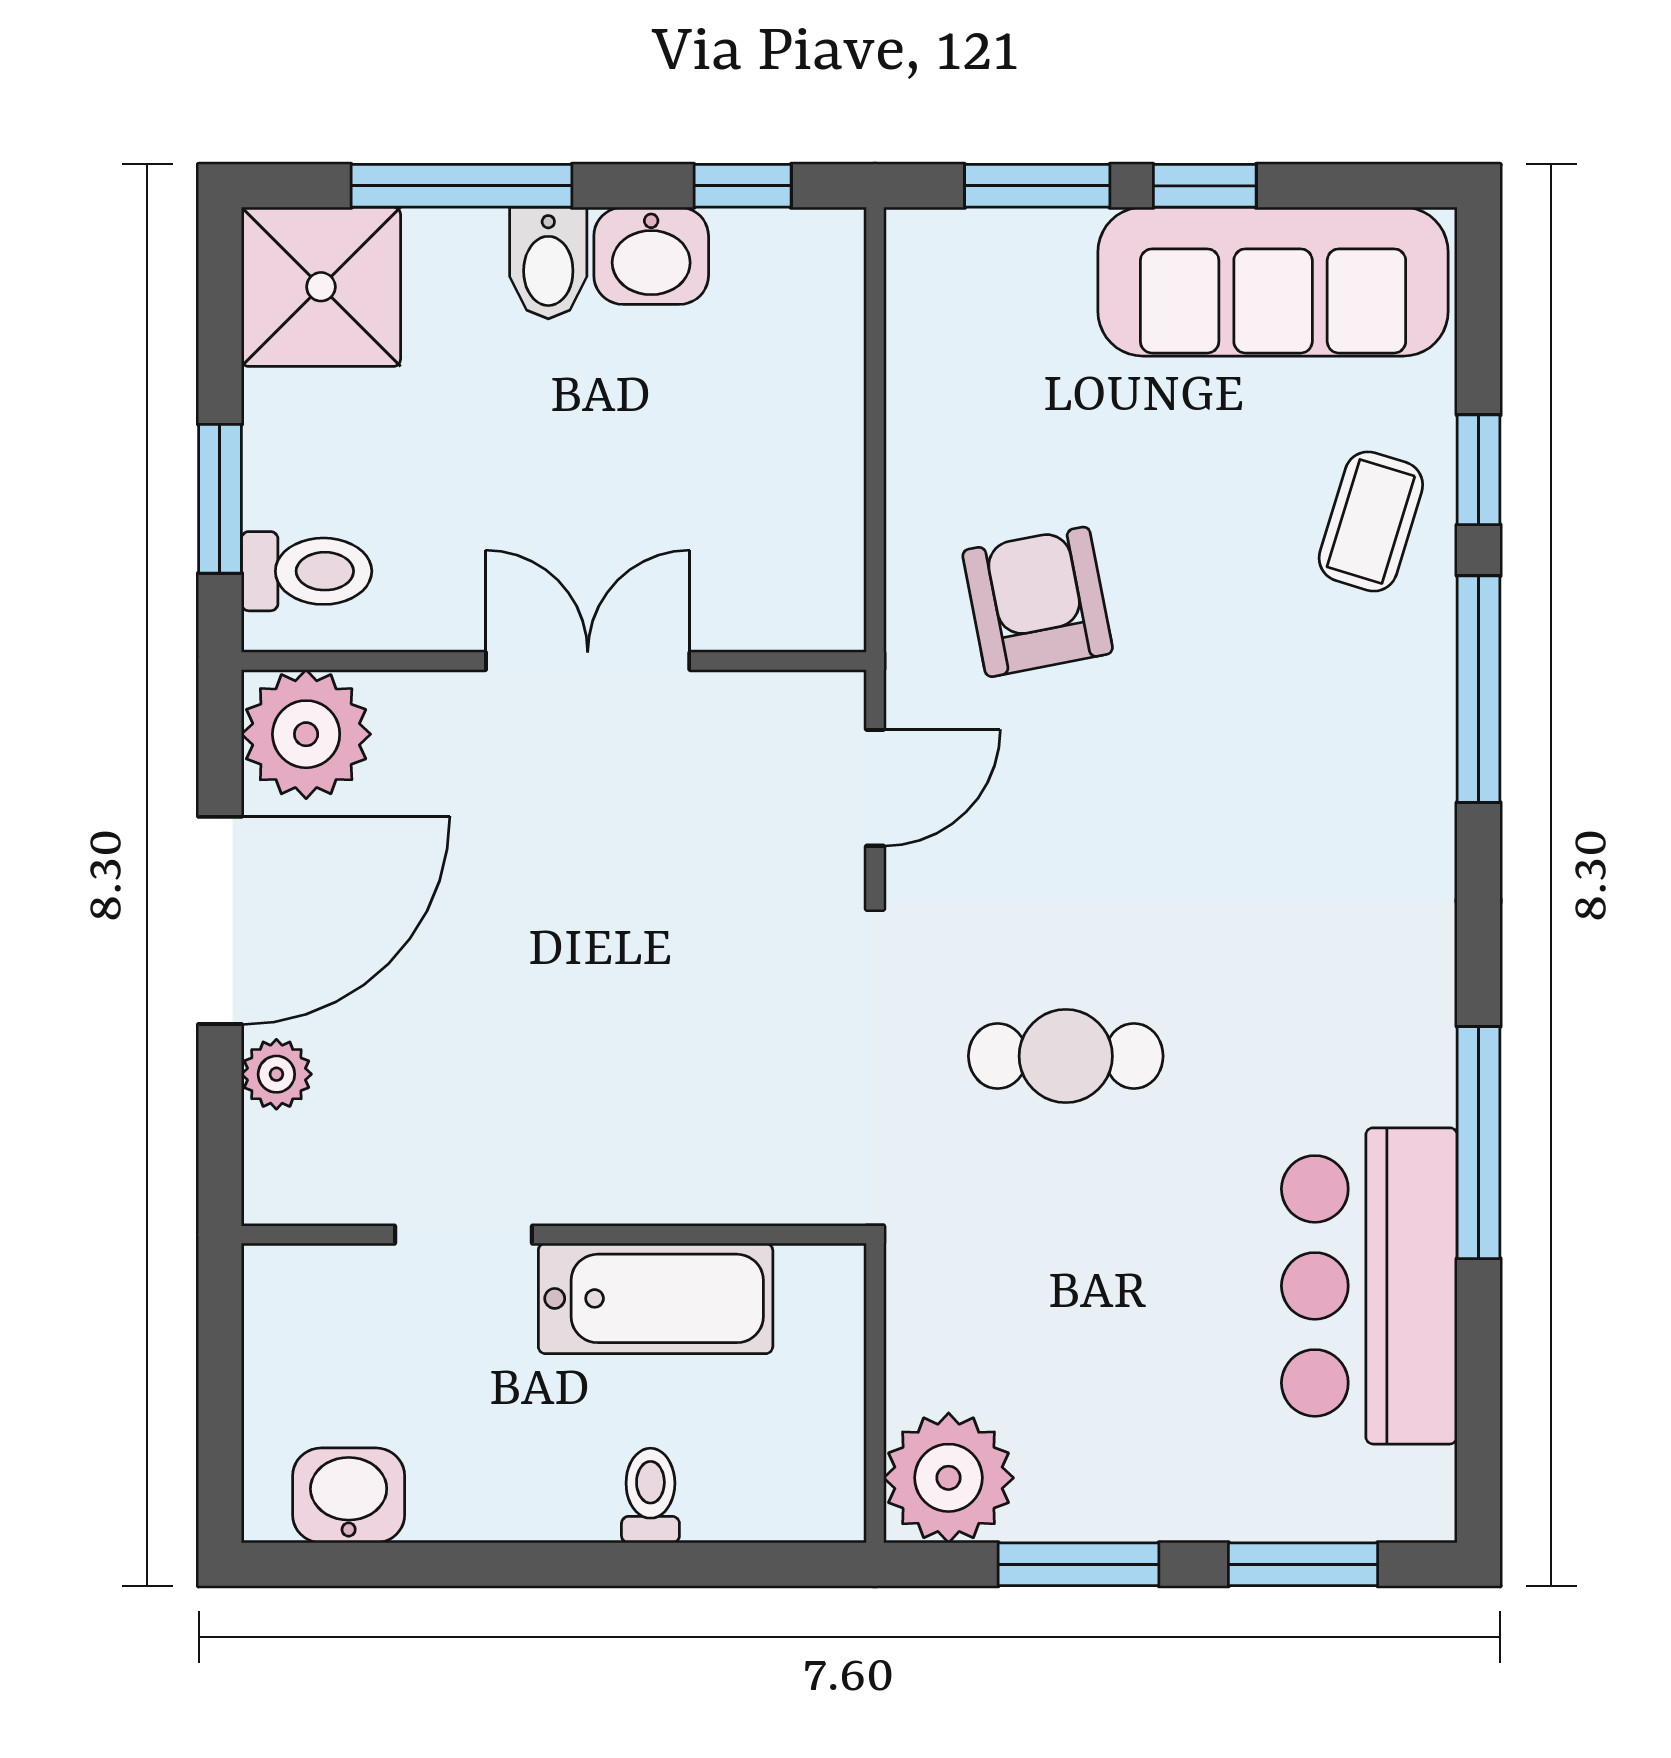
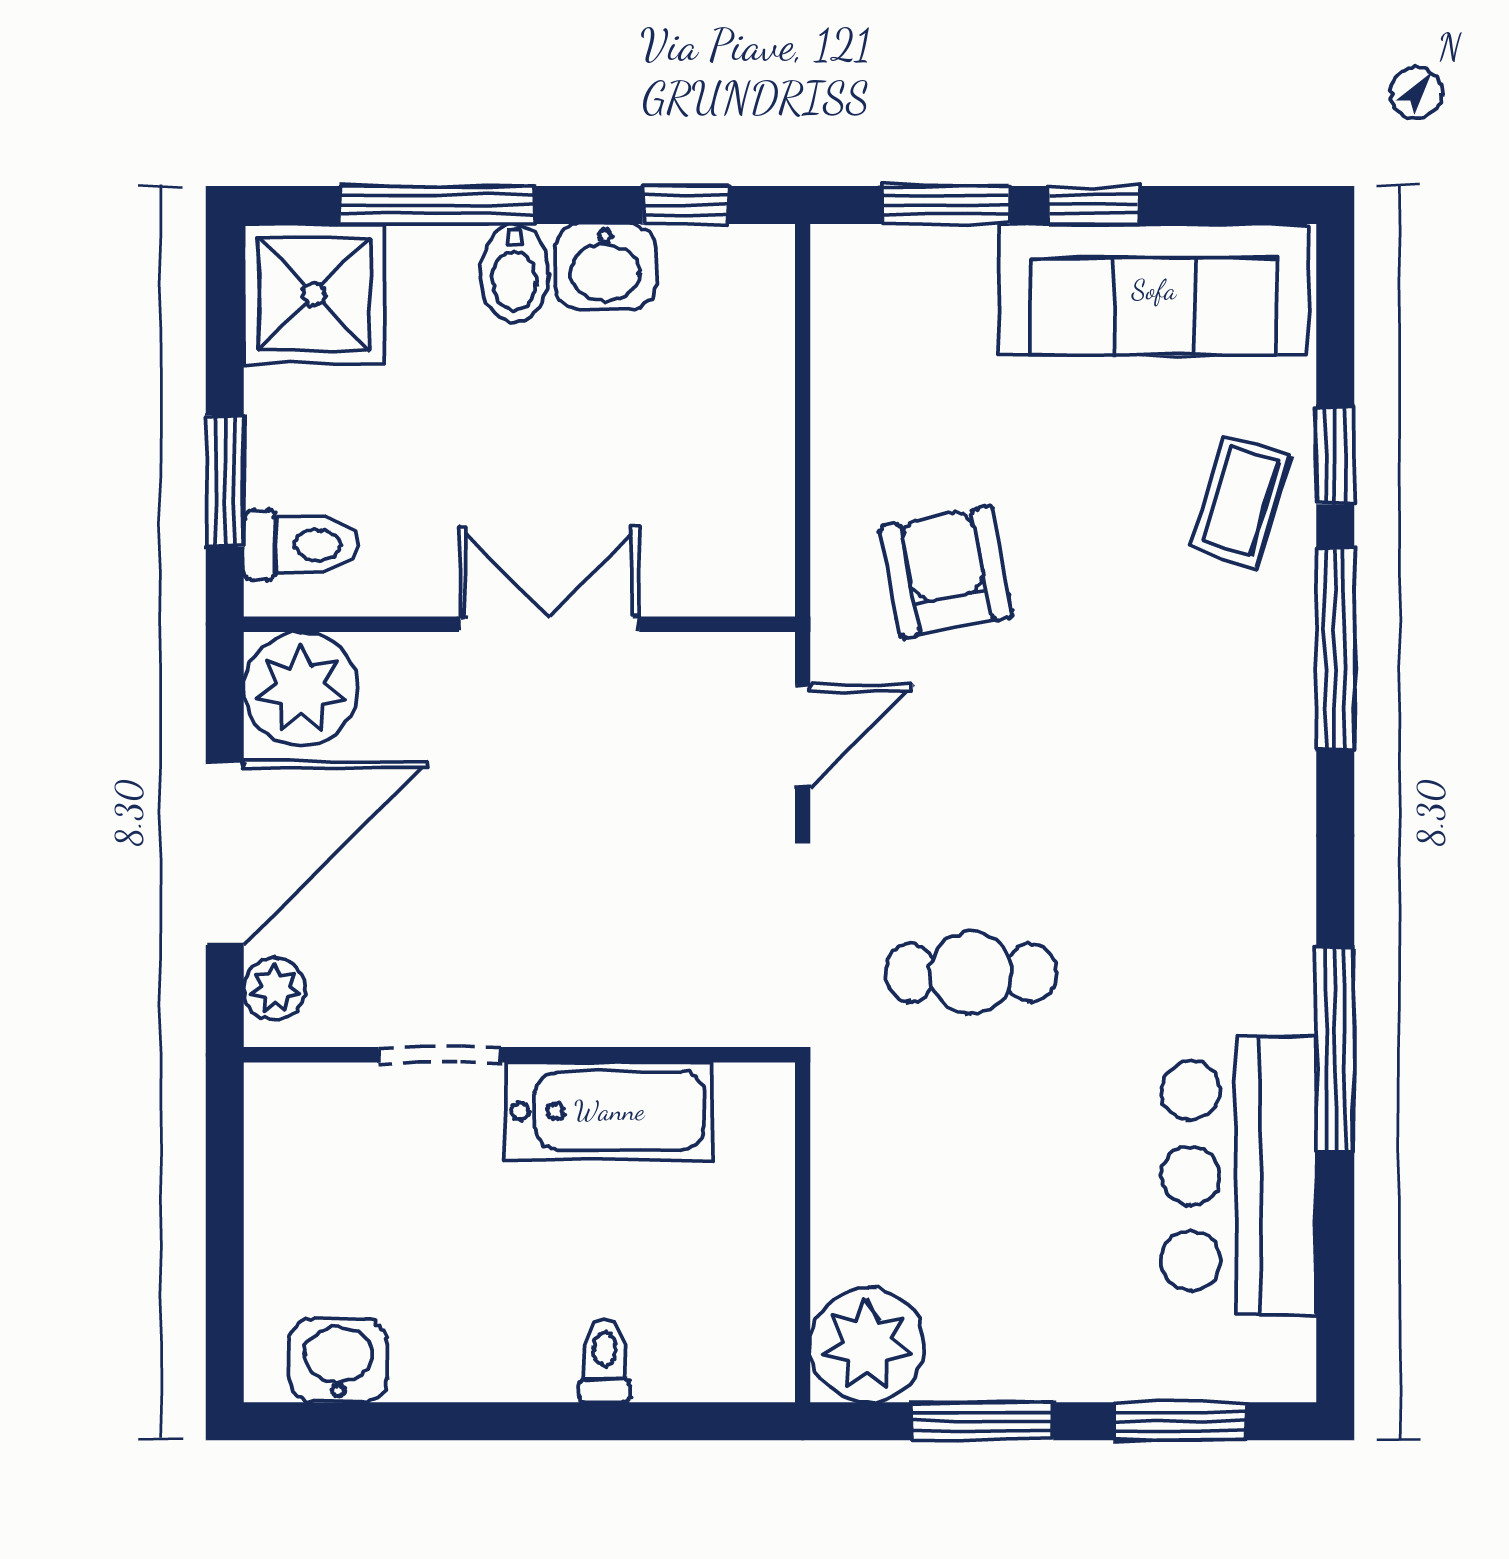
doorway: (463, 1235) -> (440, 1055), moved
wall: (554, 1235) -> (519, 1055), moved
bathtub: (656, 1298) -> (609, 1111), moved

